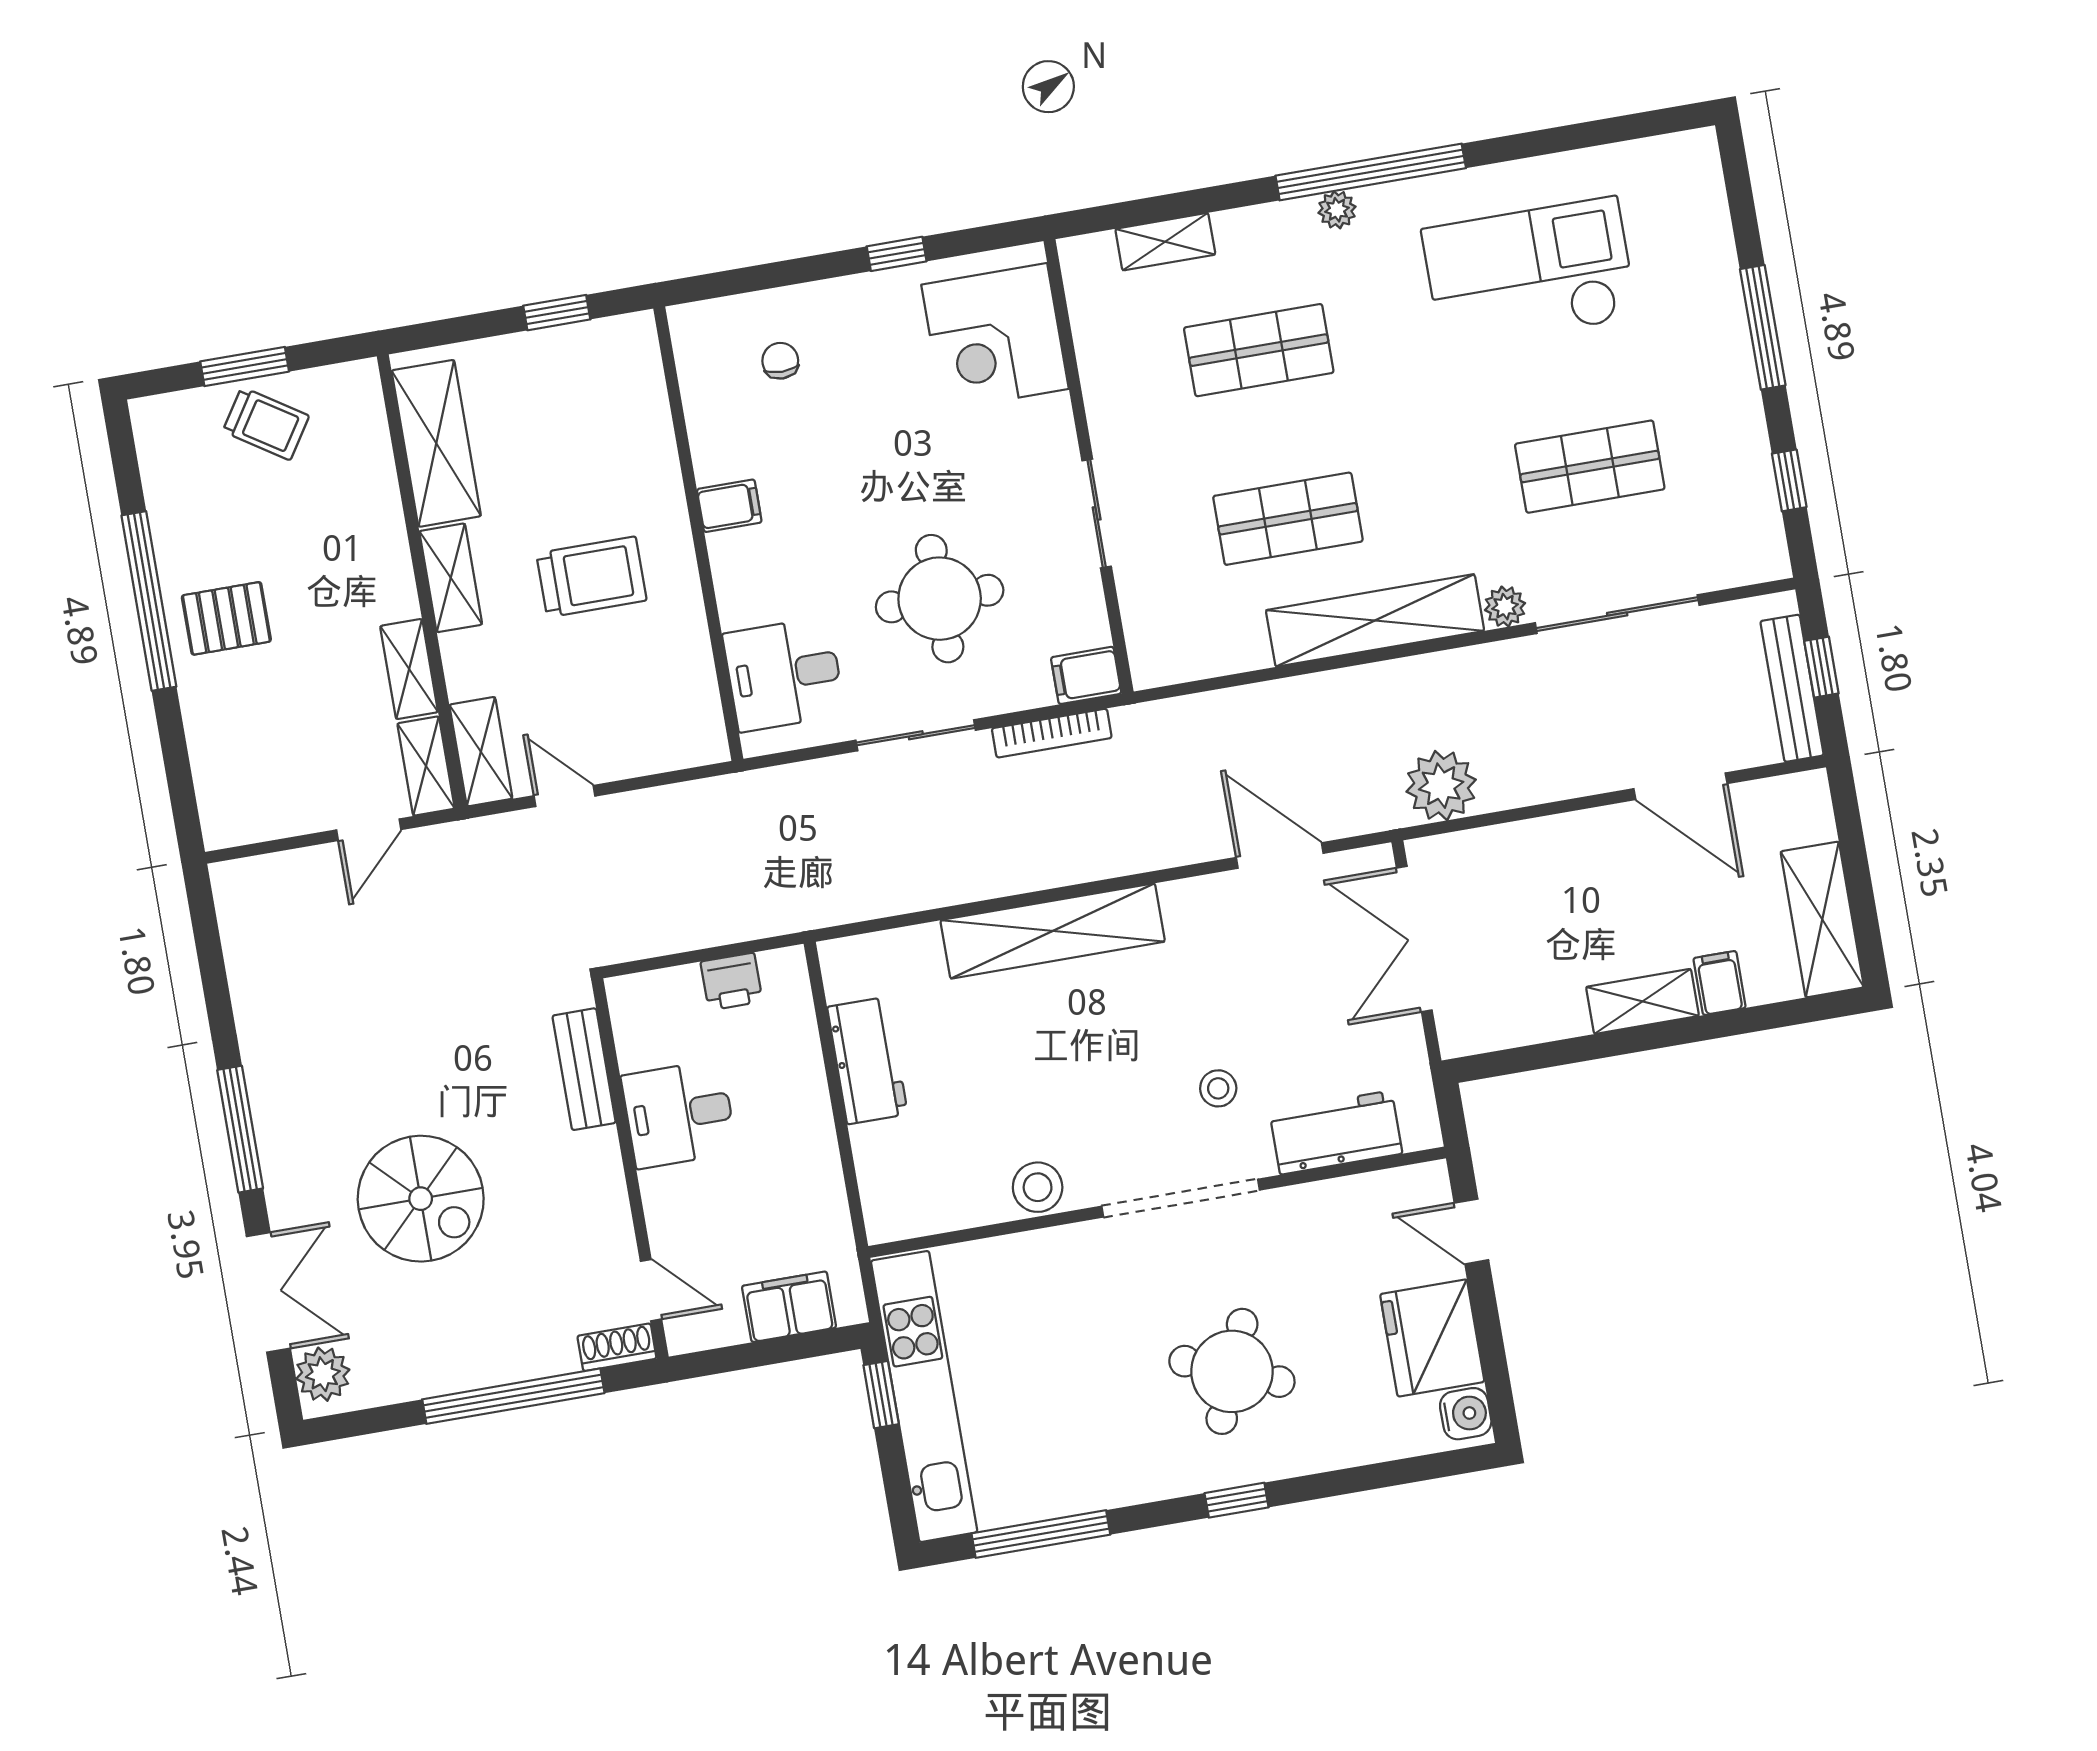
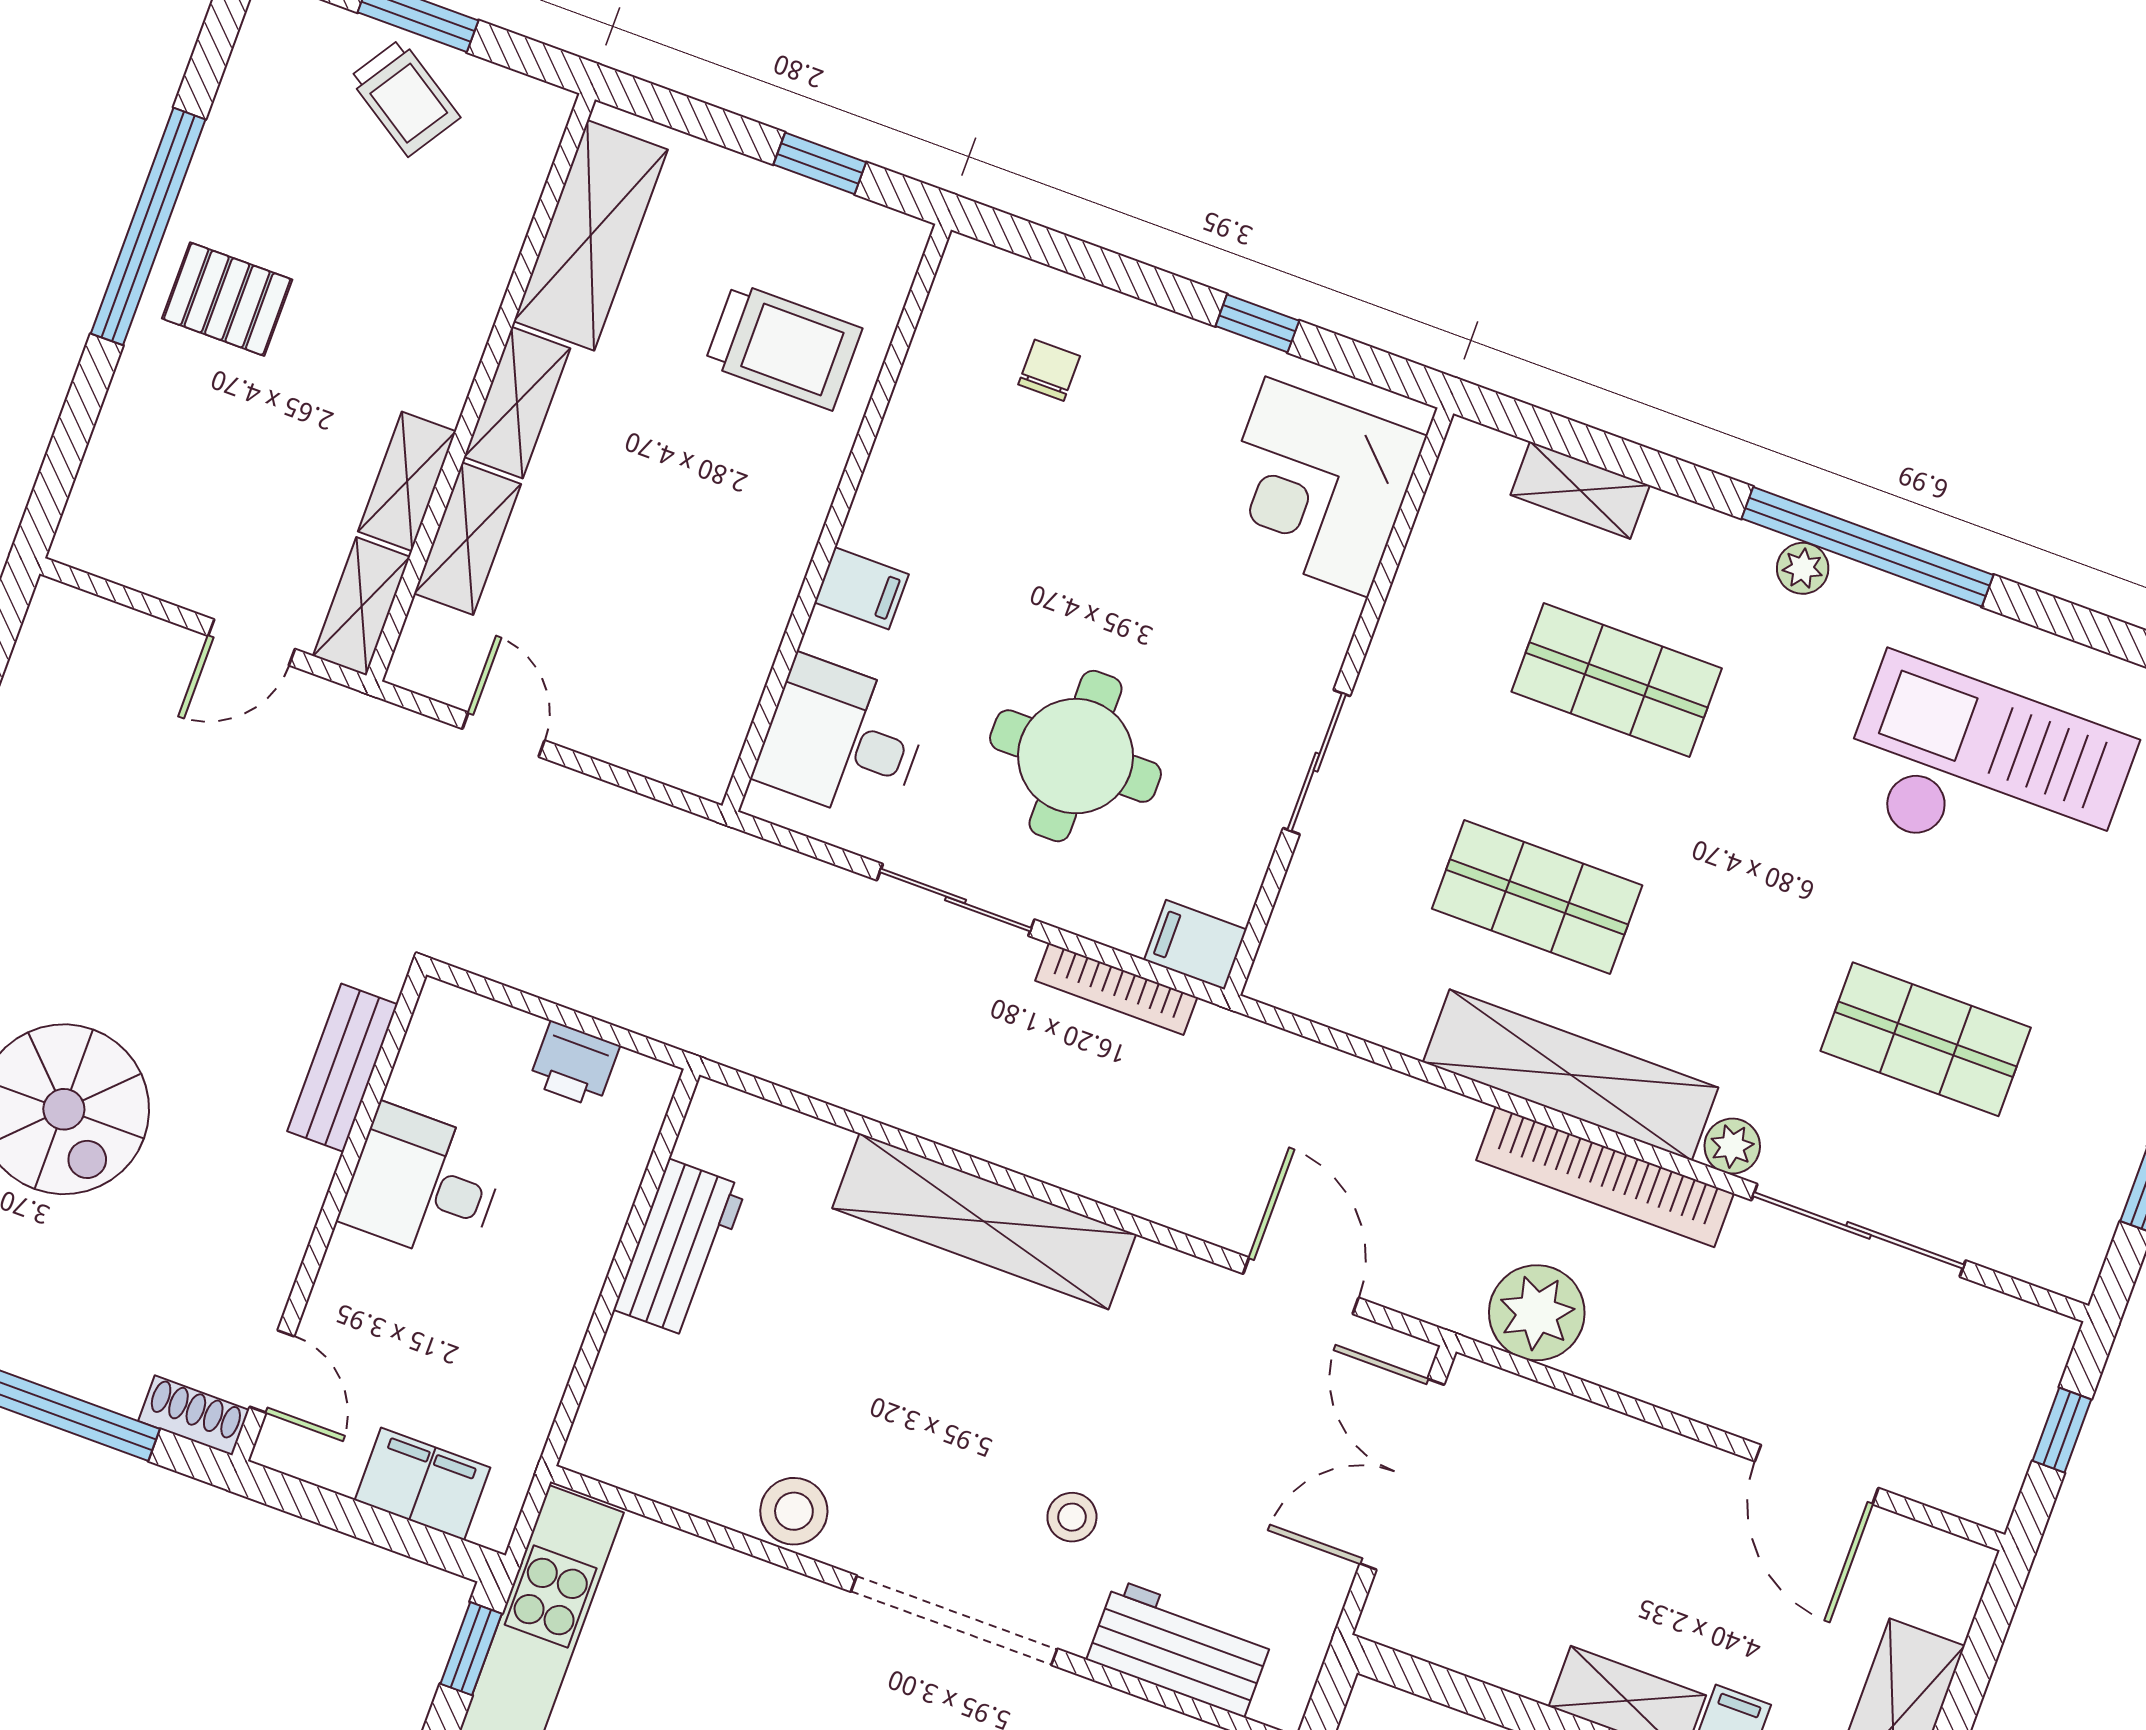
filing cabinet: (729, 506) -> (862, 588), moved
trolley: (591, 577) -> (783, 346), moved
bookcase: (1435, 673) -> (1605, 1177), added
bench: (1792, 688) -> (2013, 1435), removed
shelving: (481, 752) -> (468, 539), moved

